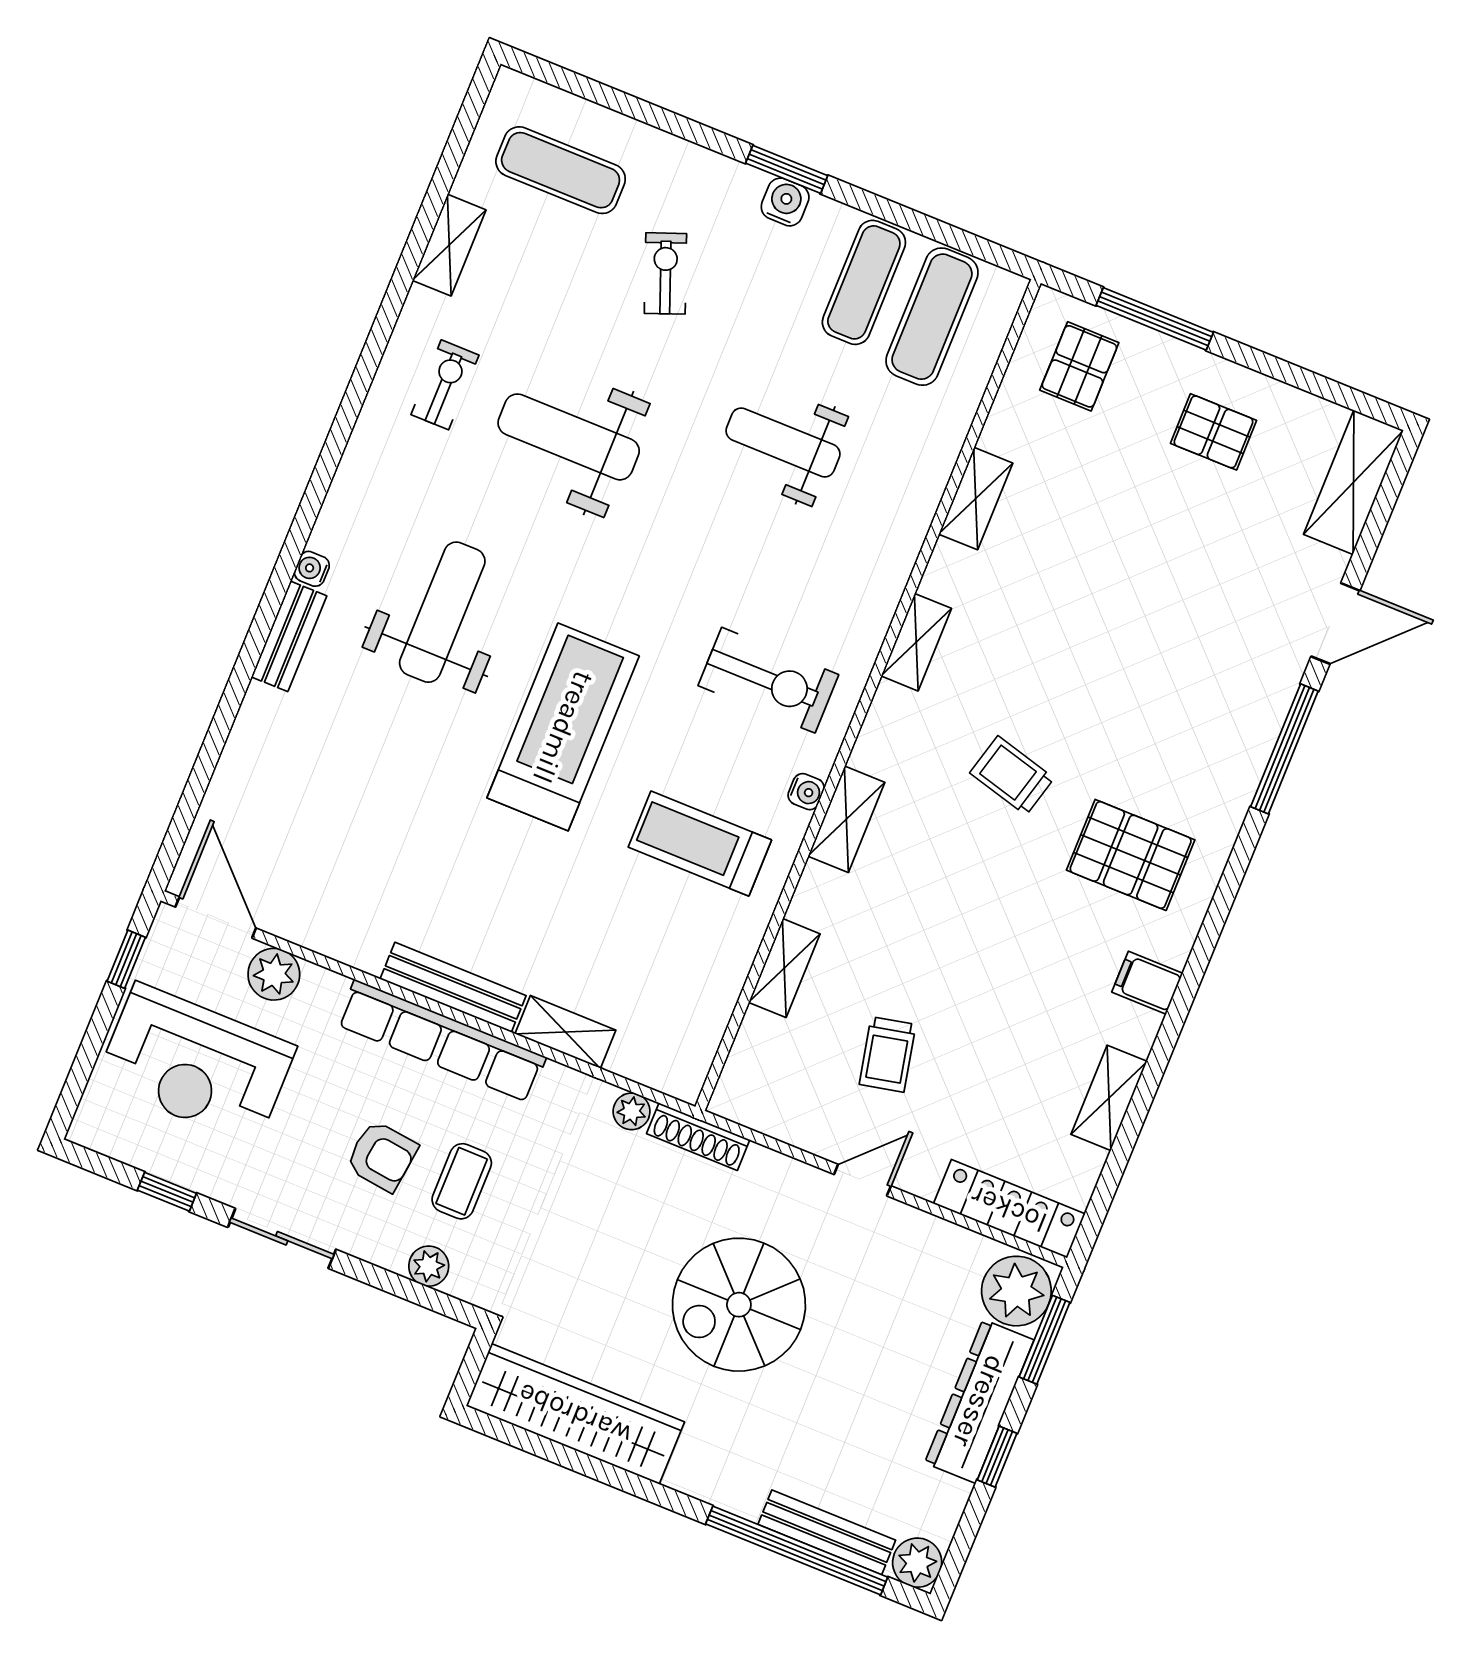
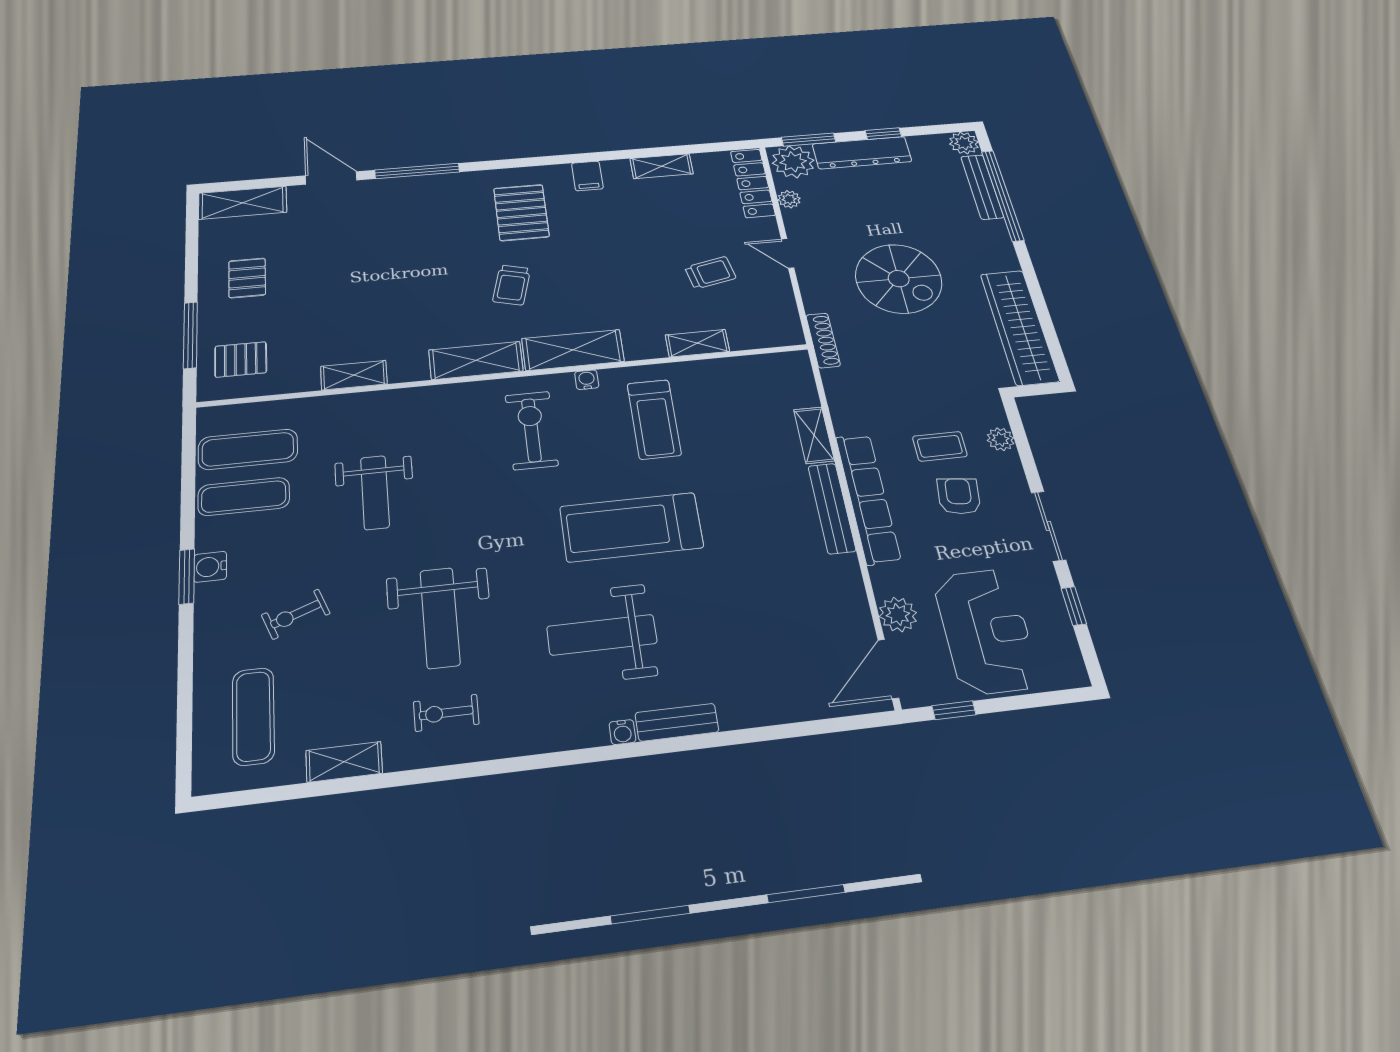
shelving: (916, 642) -> (476, 360), width x1.50, depth x1.33
shelving: (846, 819) -> (573, 350), width x1.50, depth x1.33
plant: (632, 1111) -> (789, 199), moved

